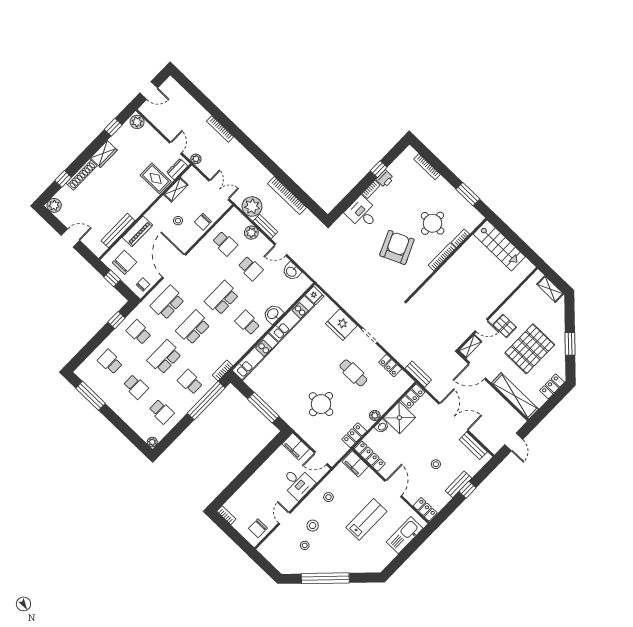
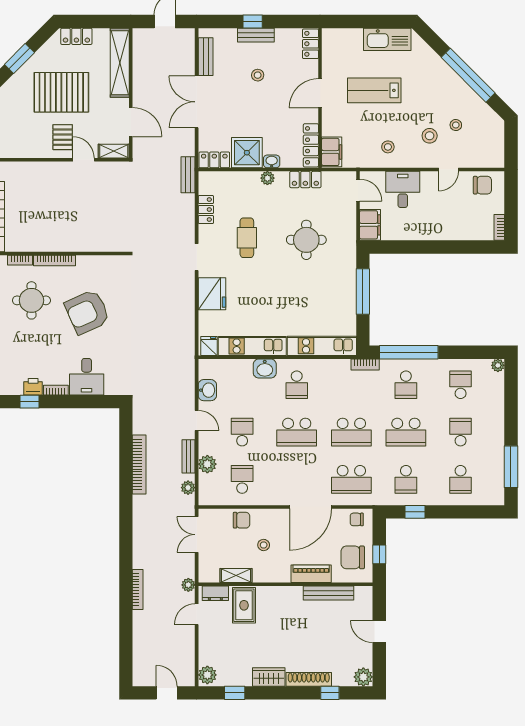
plant: (252, 206) -> (188, 488), width x0.53, depth x0.53
kitchen sink: (405, 535) -> (387, 39), moved

